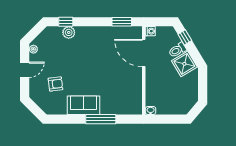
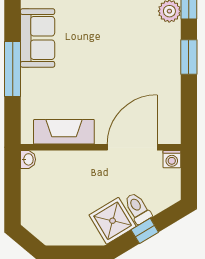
window: (122, 22) -> (189, 57), moved
window: (185, 37) -> (145, 231), moved
fireplace: (135, 91) -> (64, 132), added

